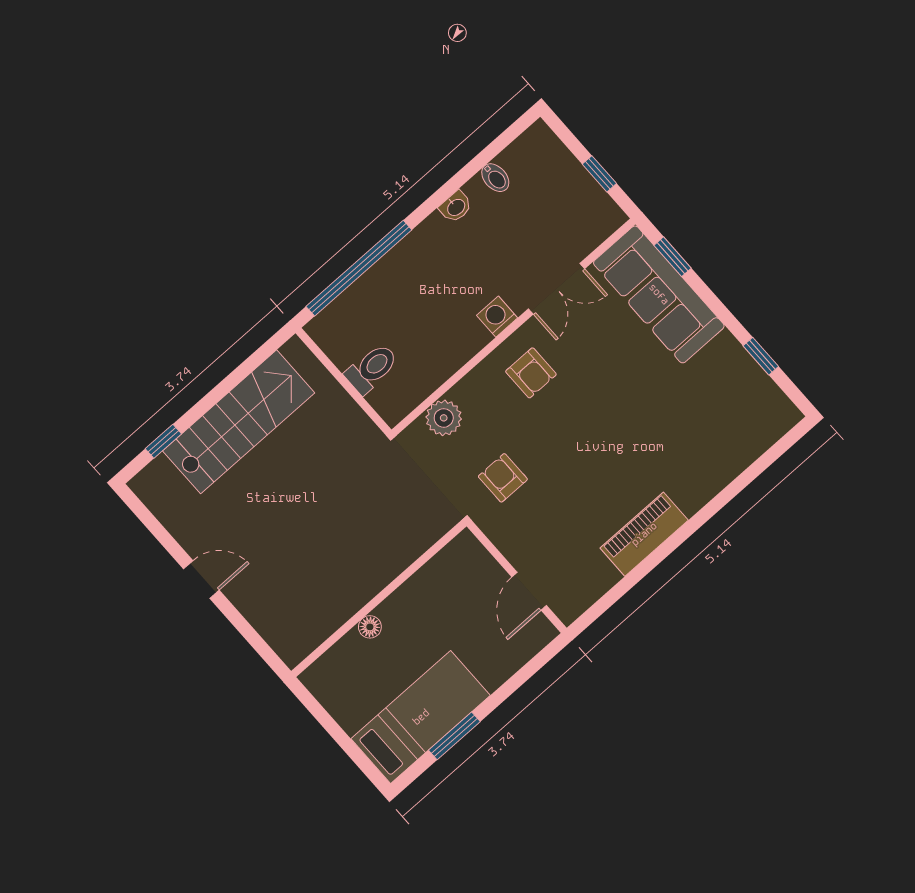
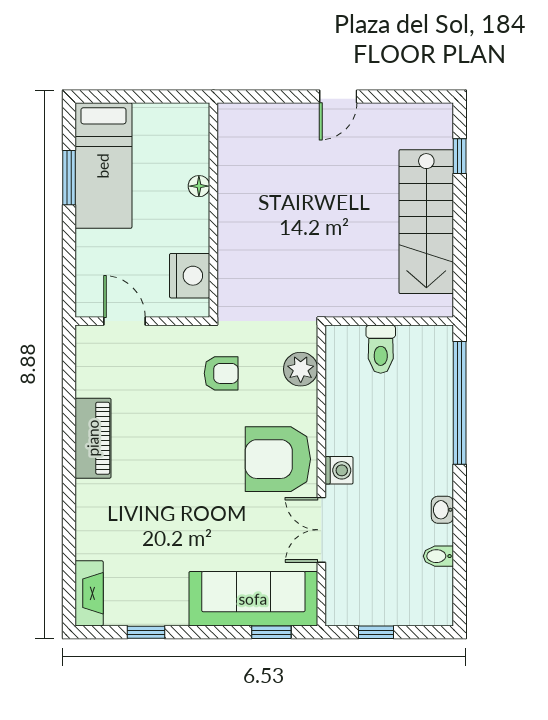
armchair: (531, 373) -> (278, 459), width x1.88, depth x1.88
fireplace: (770, 428) -> (89, 593), added
nightstand: (447, 571) -> (190, 276), added

